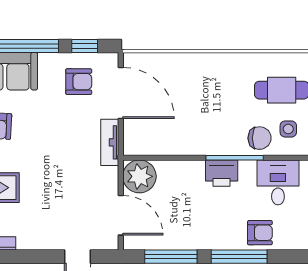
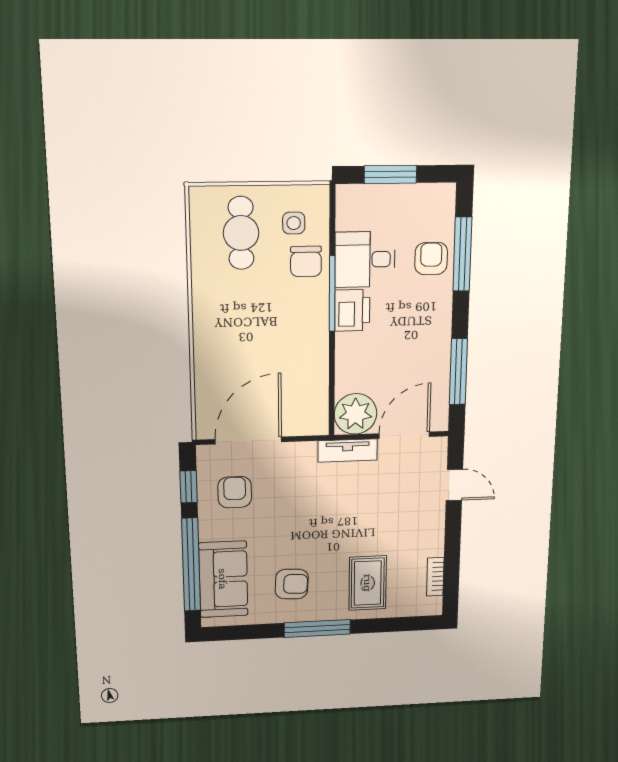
chair: (260, 138) -> (306, 261), turned 180
tv unit: (110, 142) -> (348, 450), moved
desk: (278, 182) -> (365, 259), moved
window: (239, 257) -> (462, 254), moved

